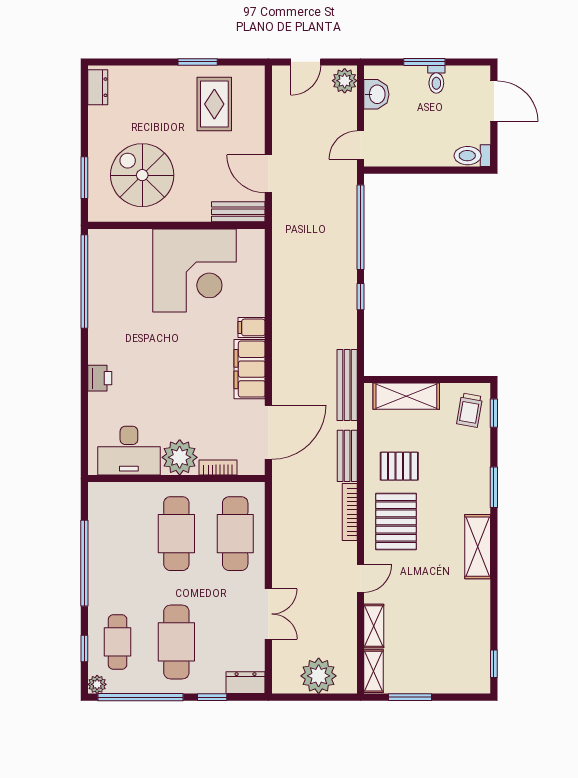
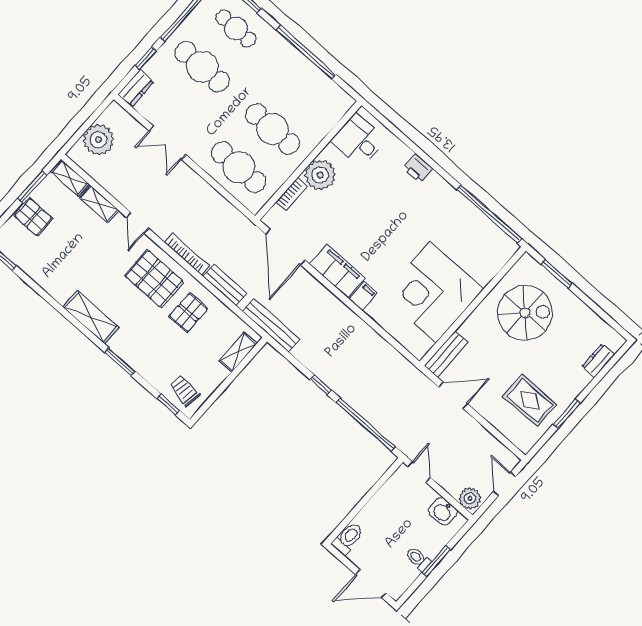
dresser: (98, 87) -> (598, 361), moved, turned 90
shelving: (406, 396) -> (238, 352), width x0.67, depth x0.75
desk: (129, 451) -> (359, 140), width x0.73
pallet: (435, 673) -> (33, 217), added

